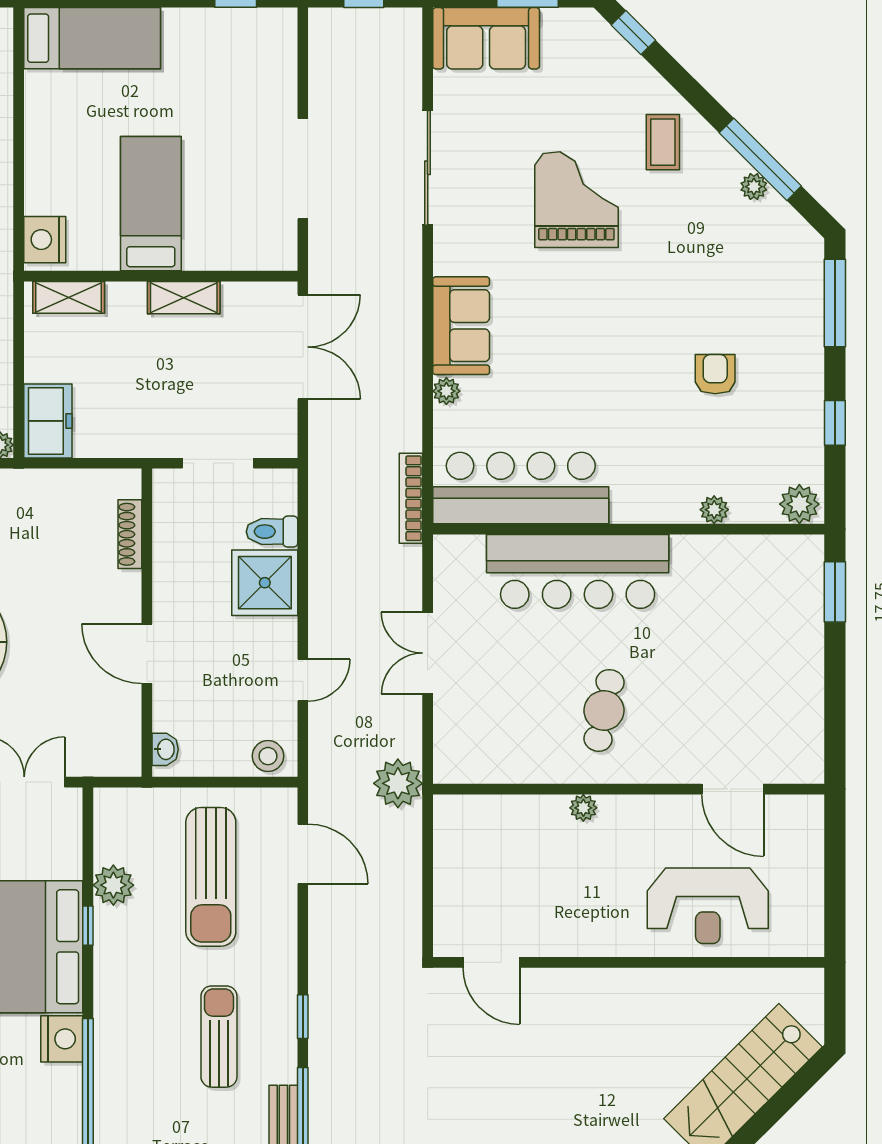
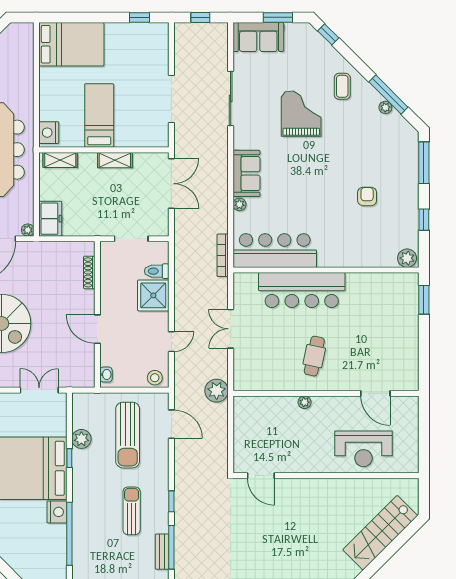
bed: (92, 38) -> (71, 44), width x1.50
plant: (714, 510) -> (367, 261), removed

